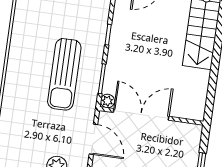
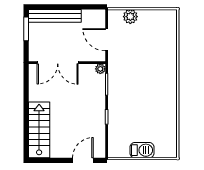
sun lounger: (64, 74) -> (134, 84), removed
double door: (141, 114) -> (58, 63), moved

